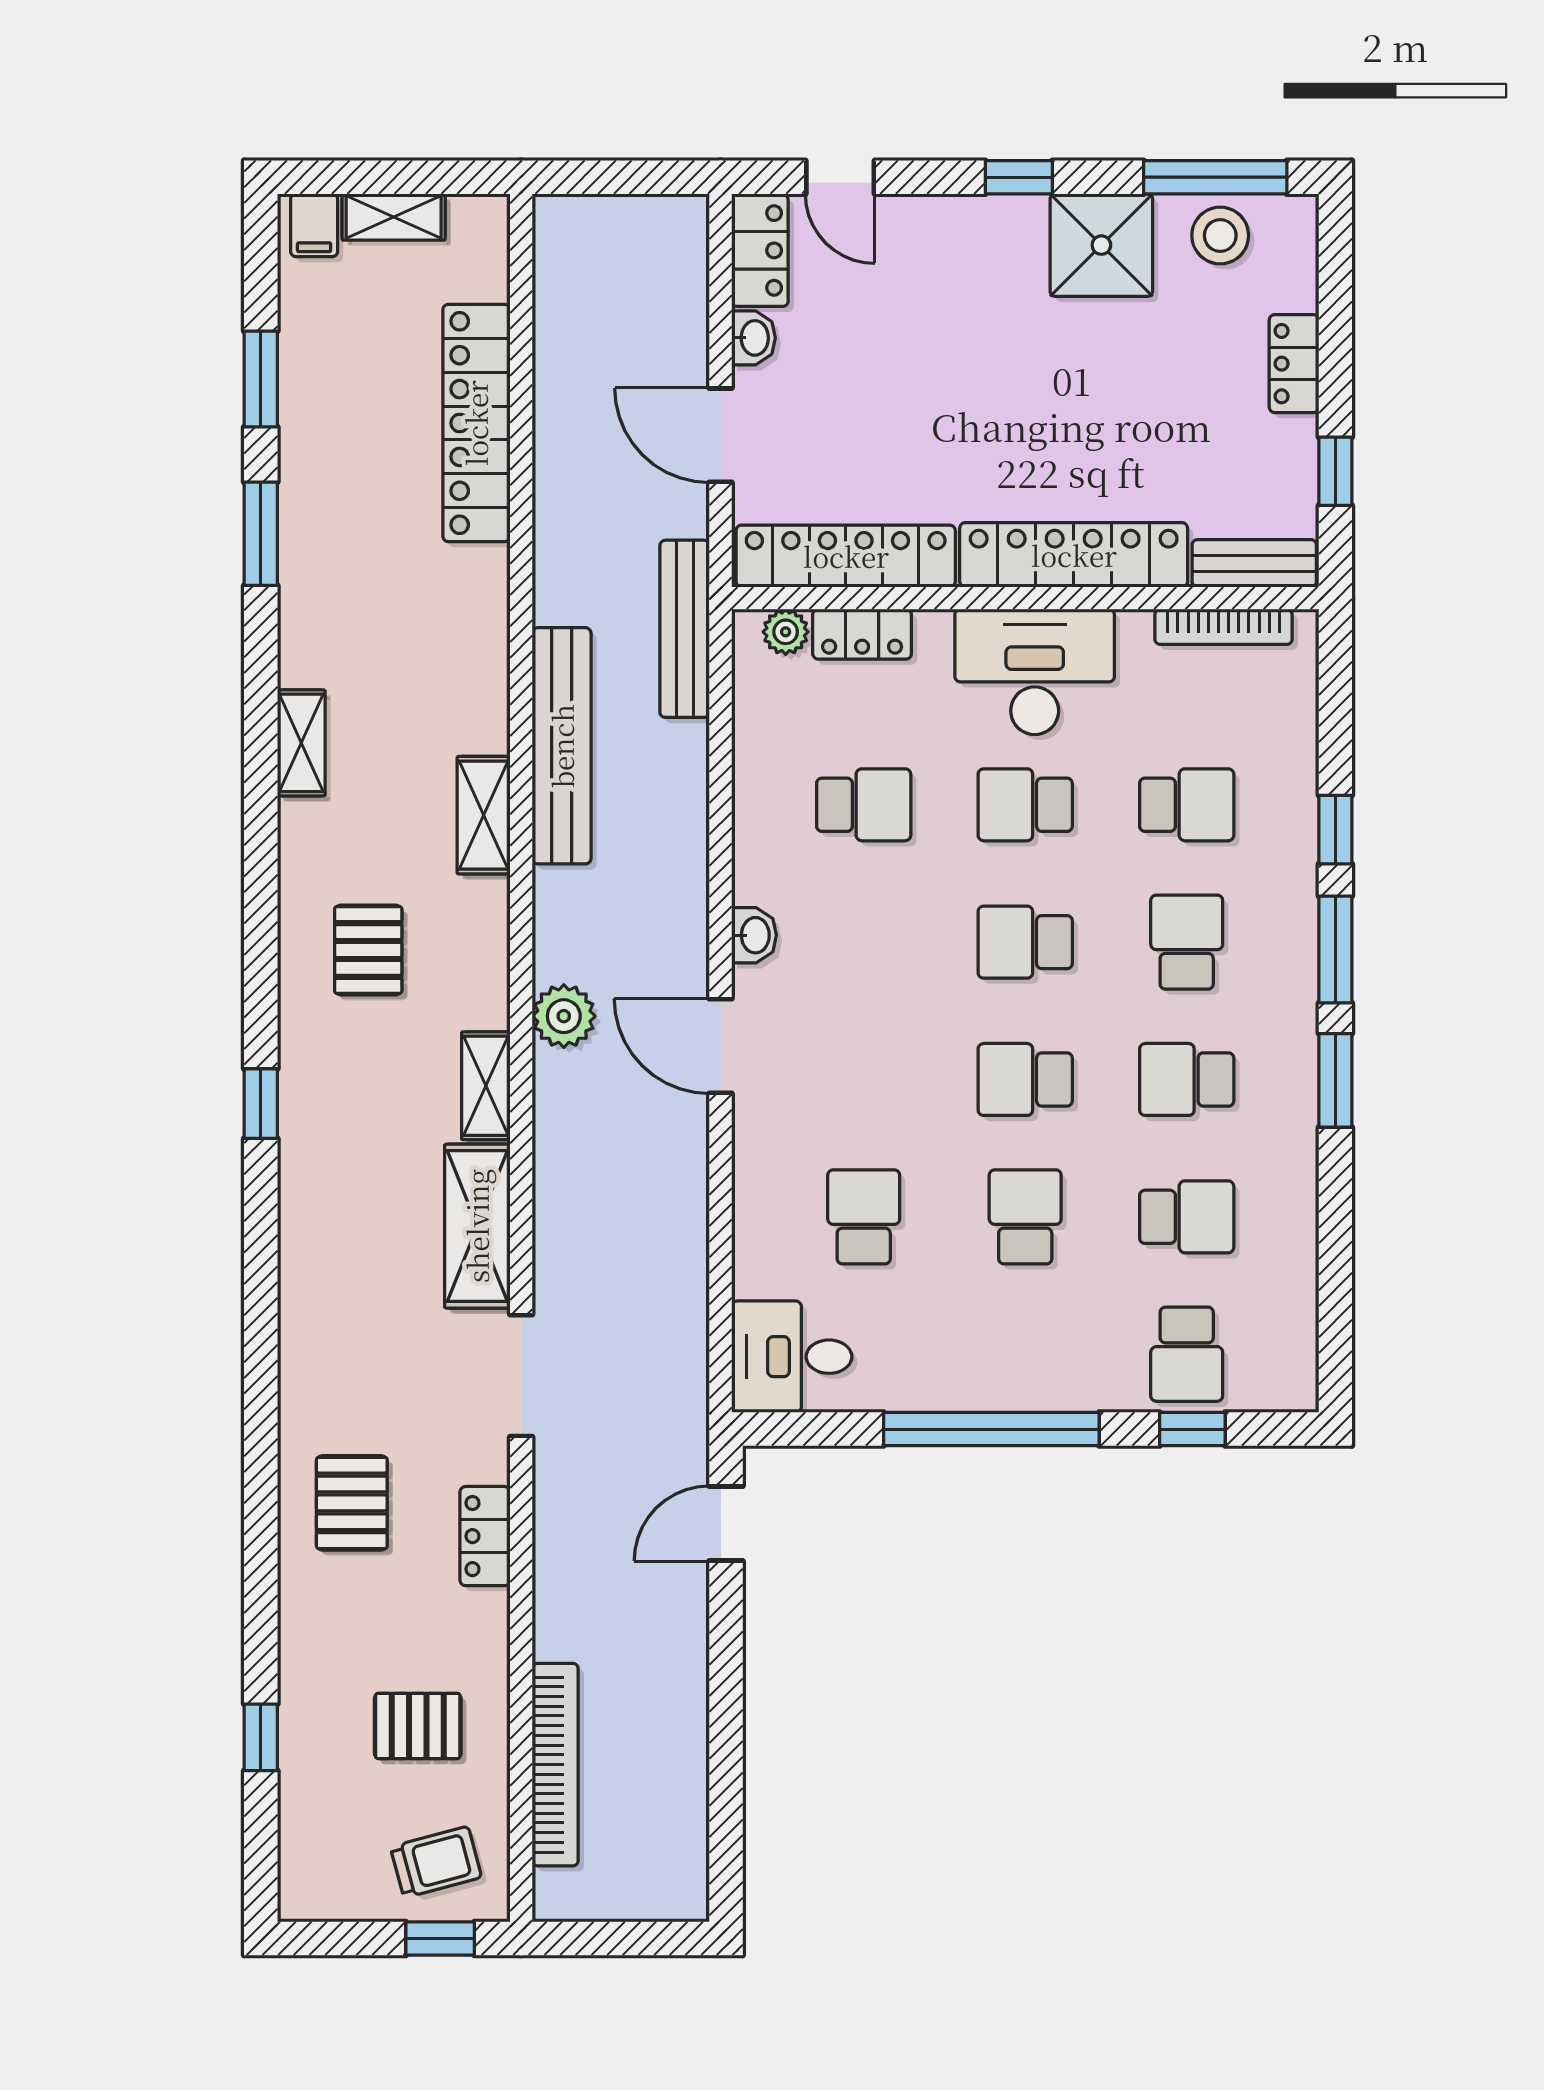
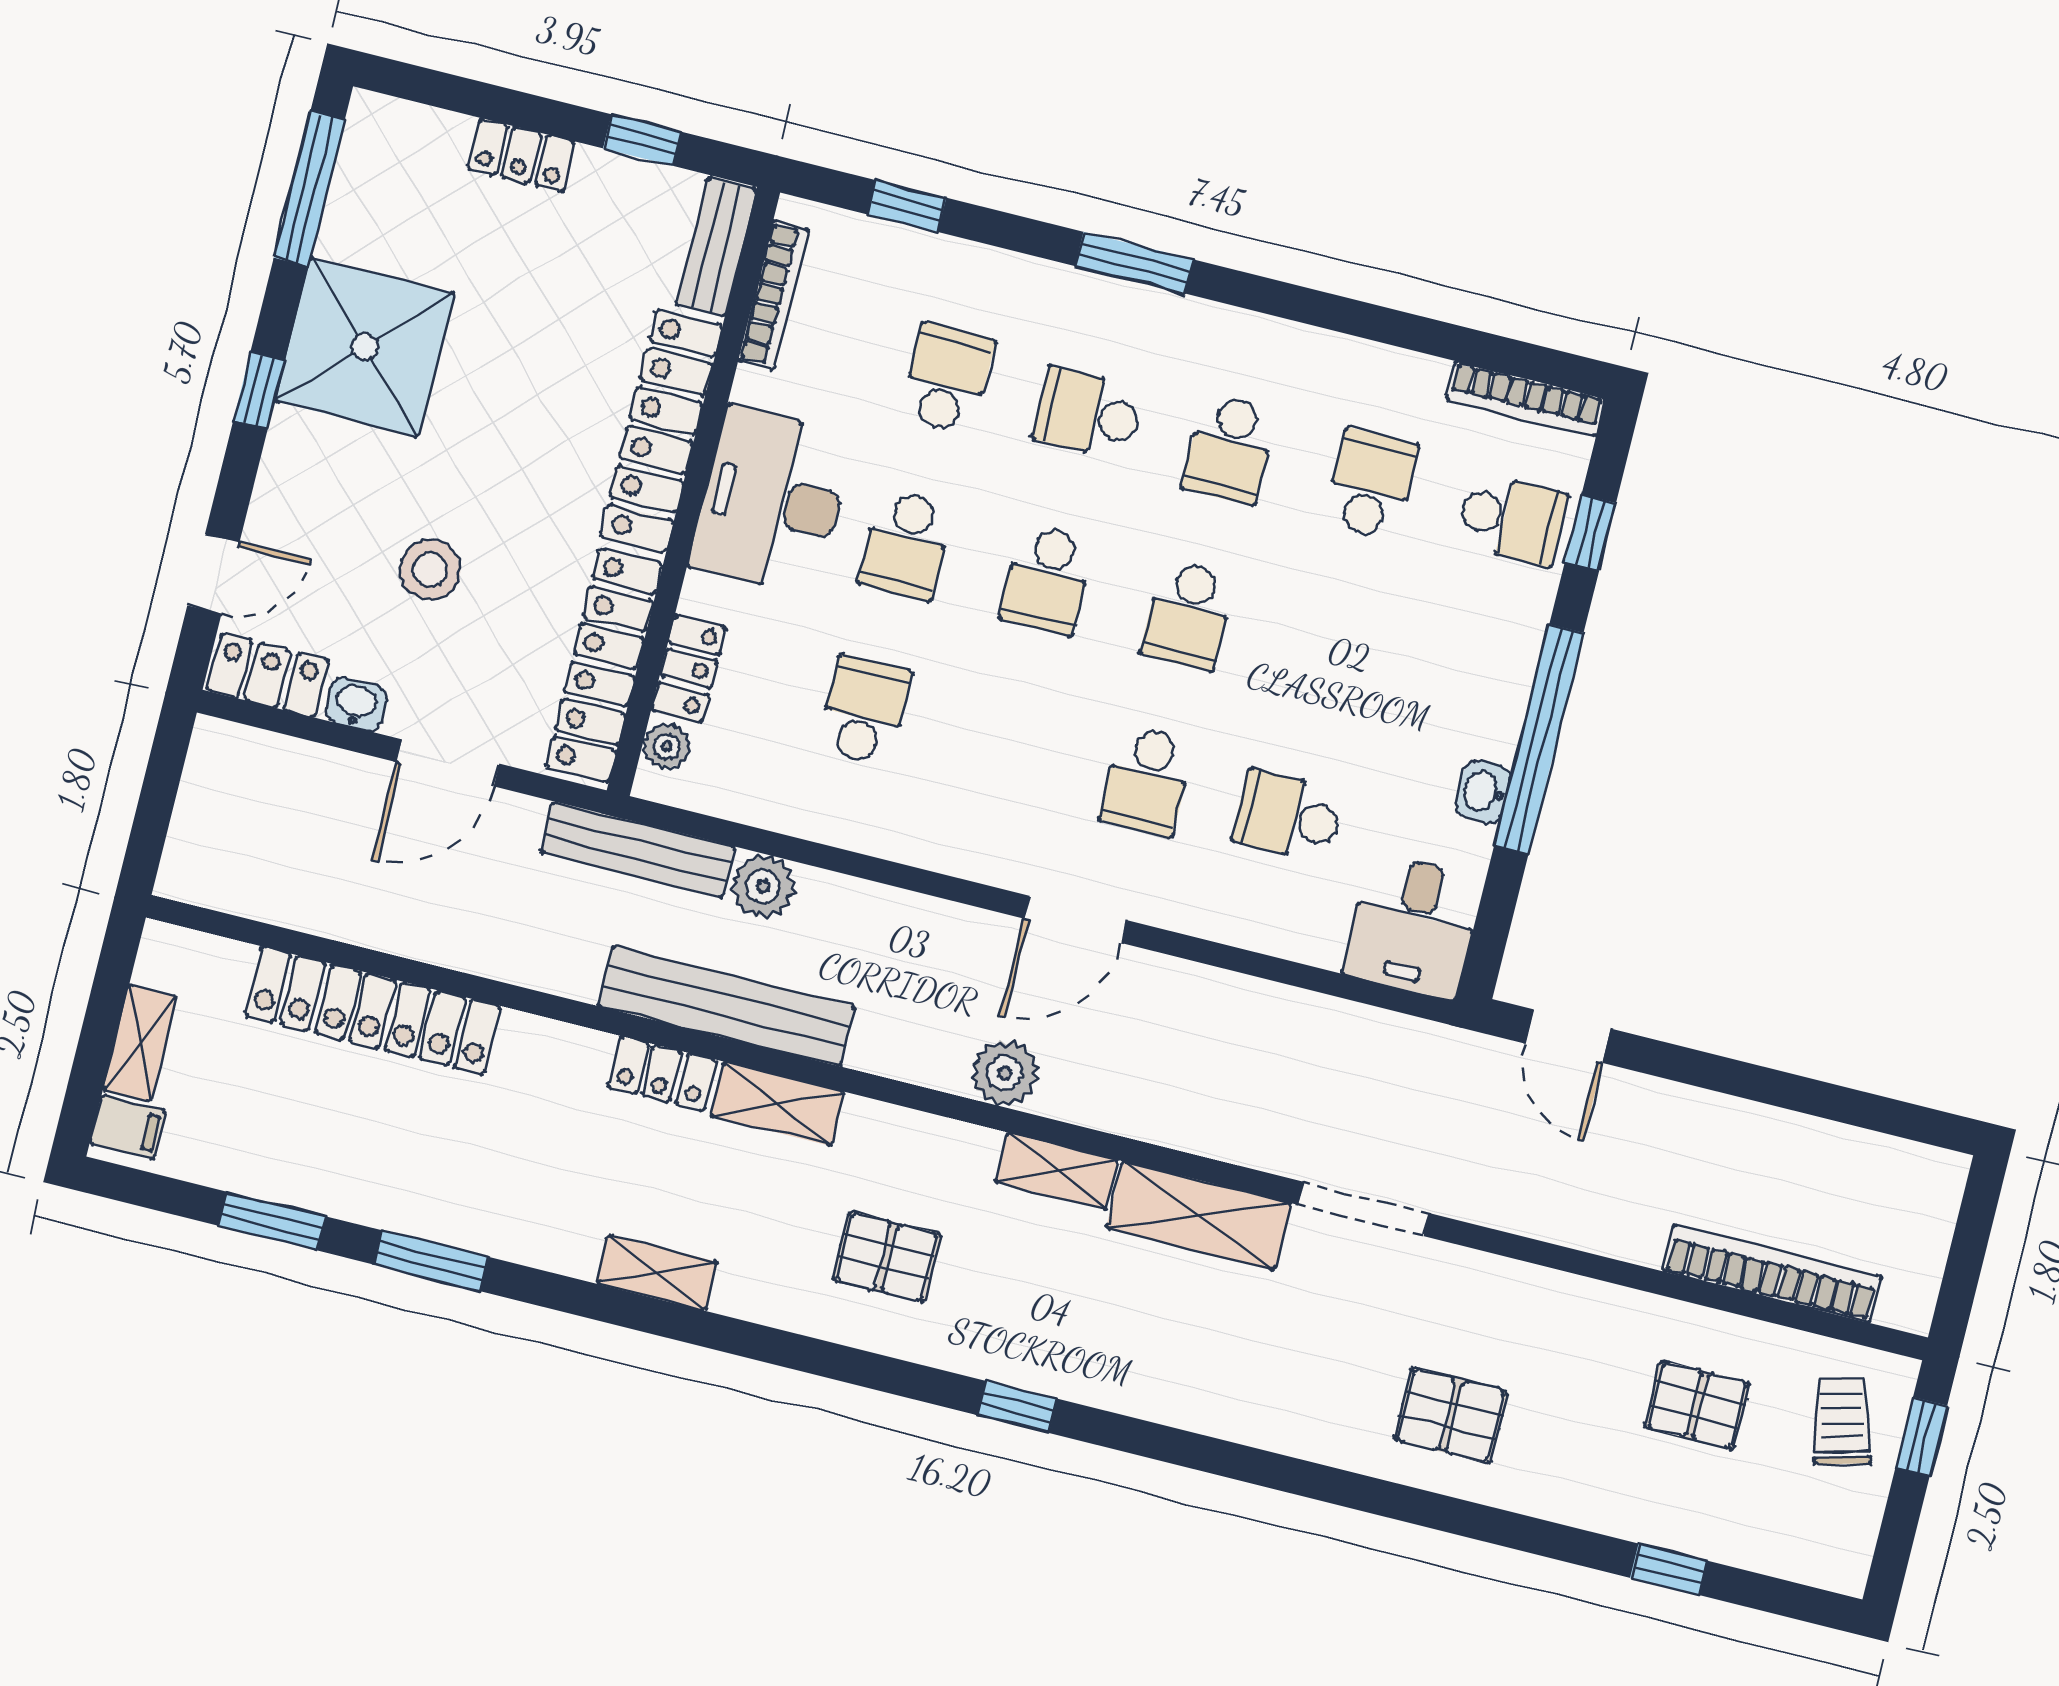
stool: (1220, 235) -> (430, 570), moved
shower: (1101, 245) -> (365, 347), width x1.37, depth x1.37
plant: (679, 752) -> (763, 887), added
window: (1335, 830) -> (907, 206), moved
washbasin: (754, 935) -> (1483, 792), moved, turned -90
window: (1335, 1080) -> (1269, 296), removed
school desk: (1025, 1217) -> (1147, 781), moved, turned -90
bookcase: (1300, 1339) -> (1526, 399), added
locker: (485, 1536) -> (662, 1074), moved
pallet: (418, 1726) -> (1697, 1405), turned 90

